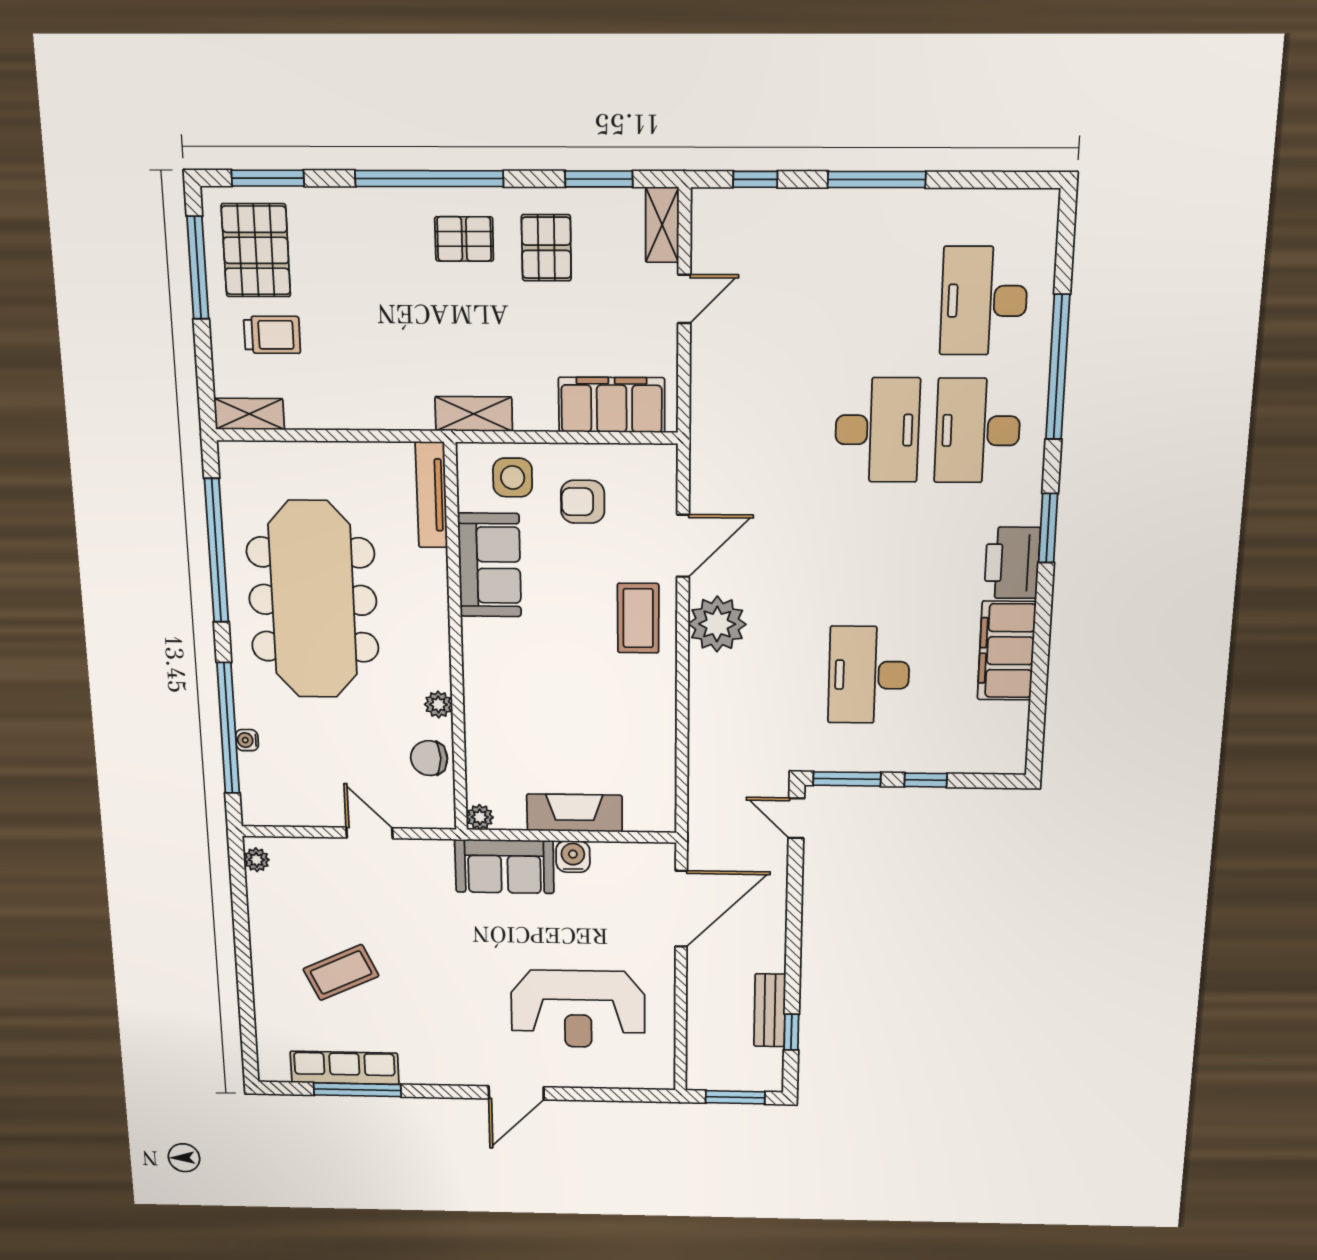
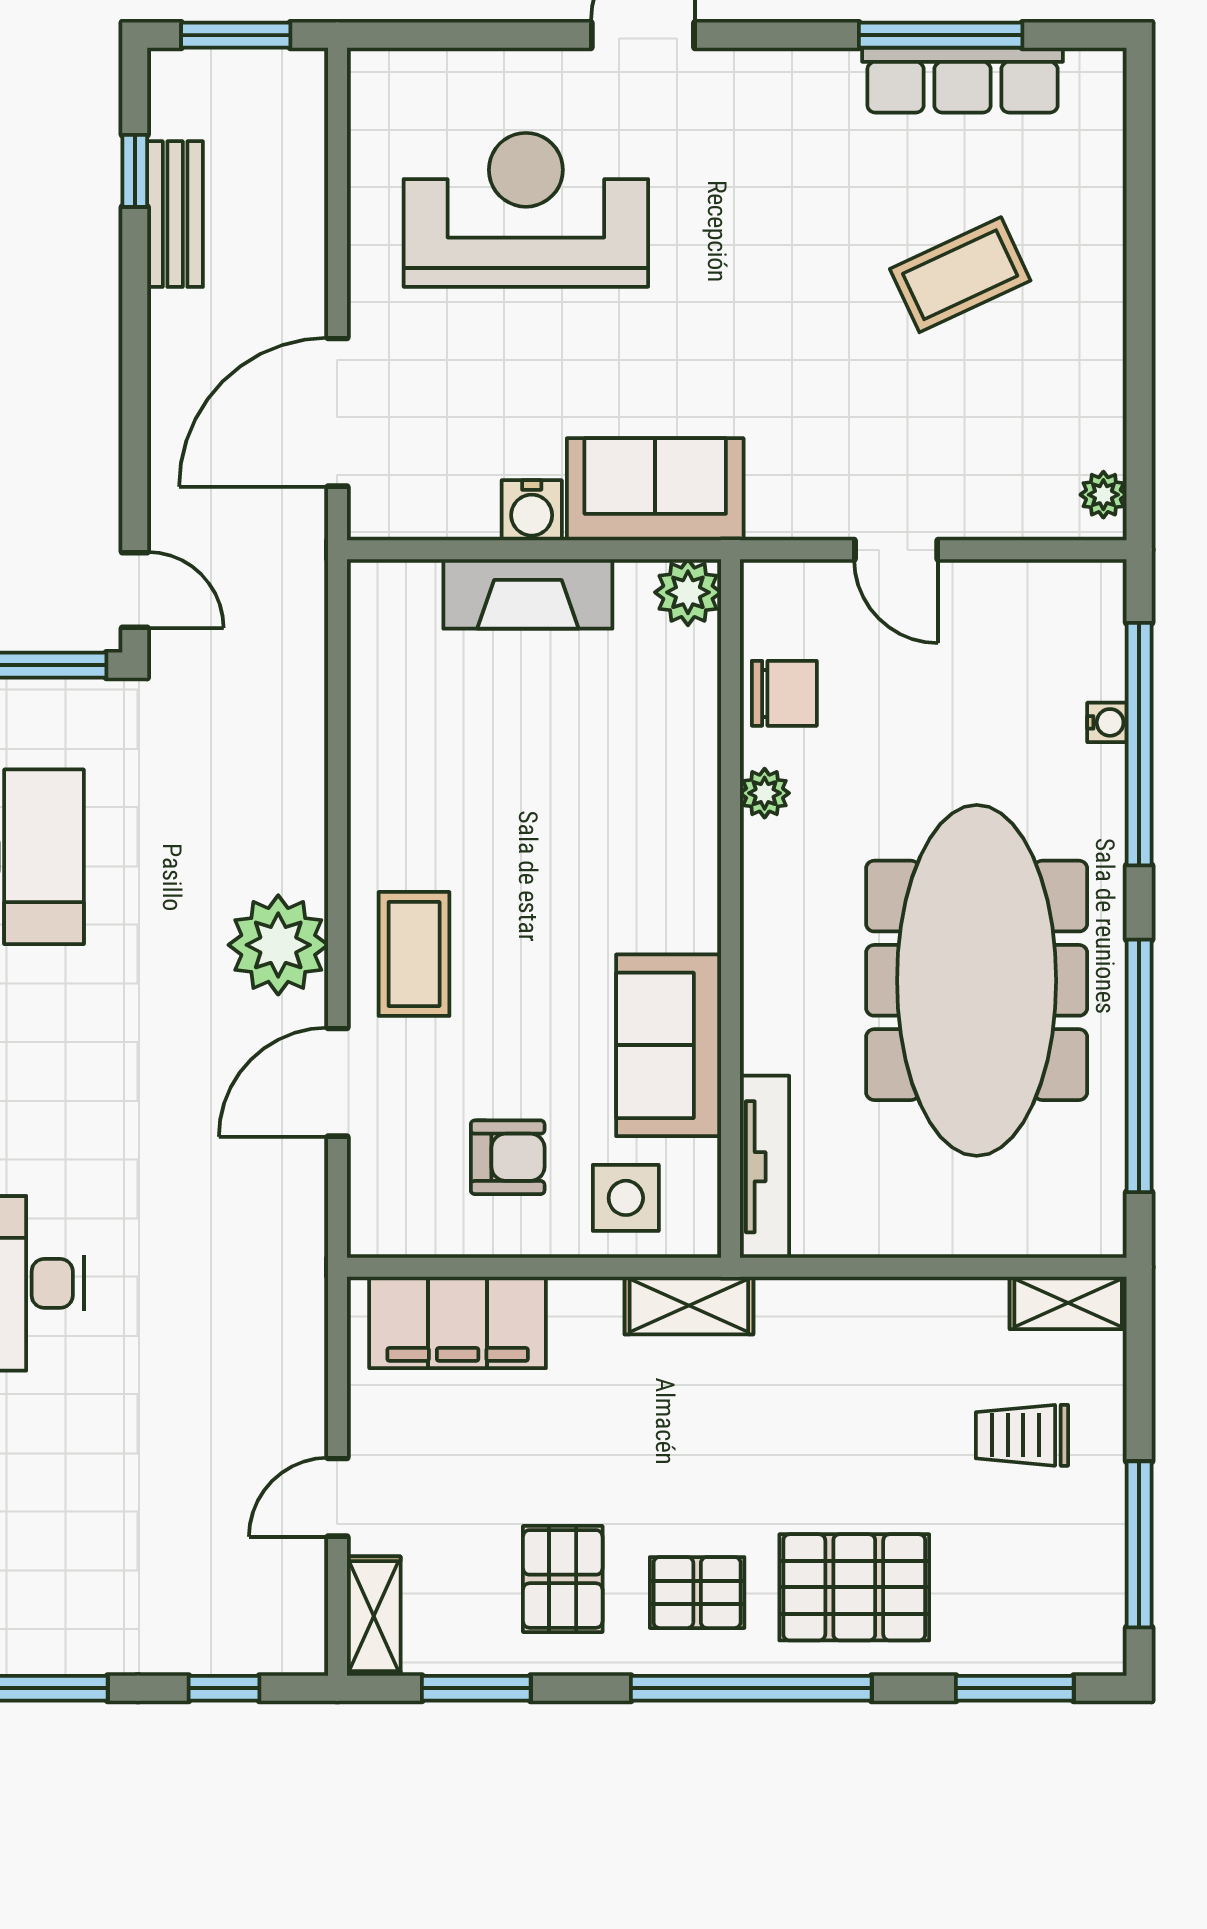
pallet: (256, 250) -> (854, 1587), moved, turned 90
plant: (480, 817) -> (688, 592), width x1.38, depth x1.38

